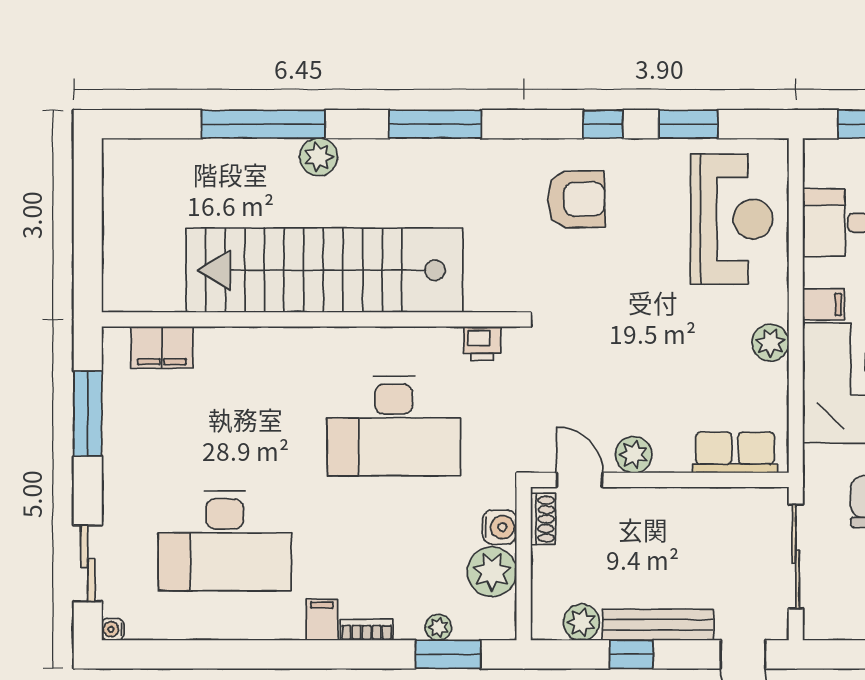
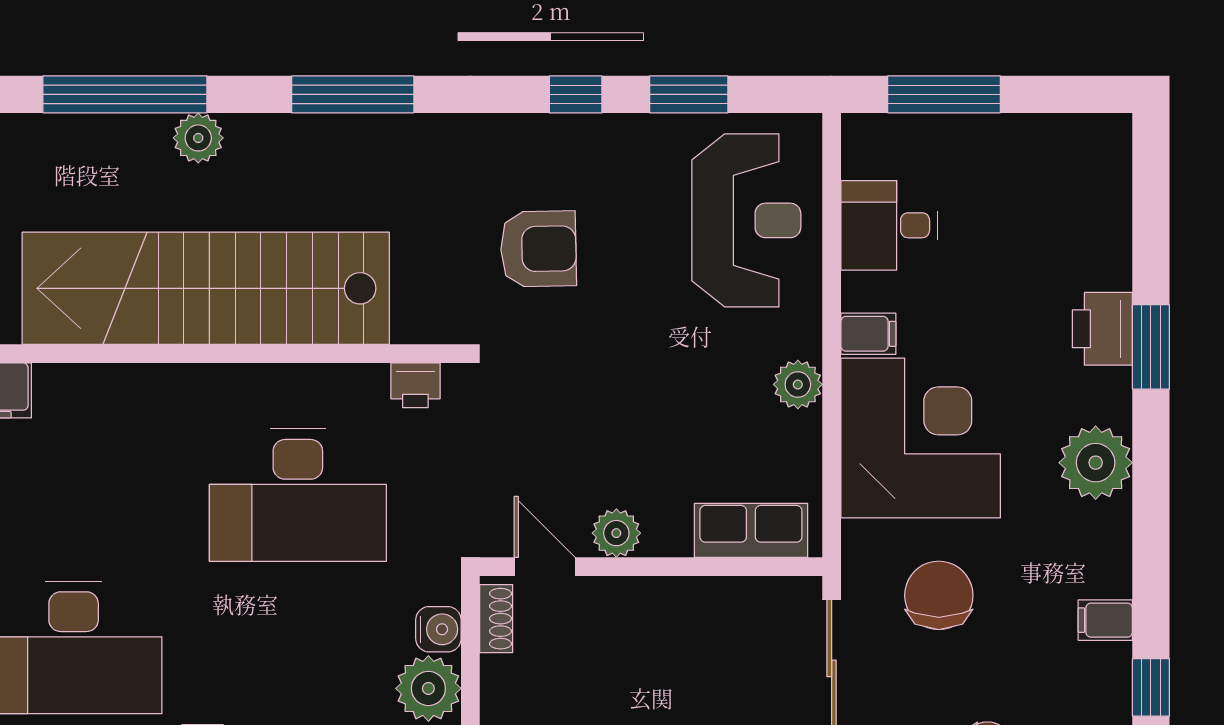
armchair: (576, 199) -> (538, 249), moved

